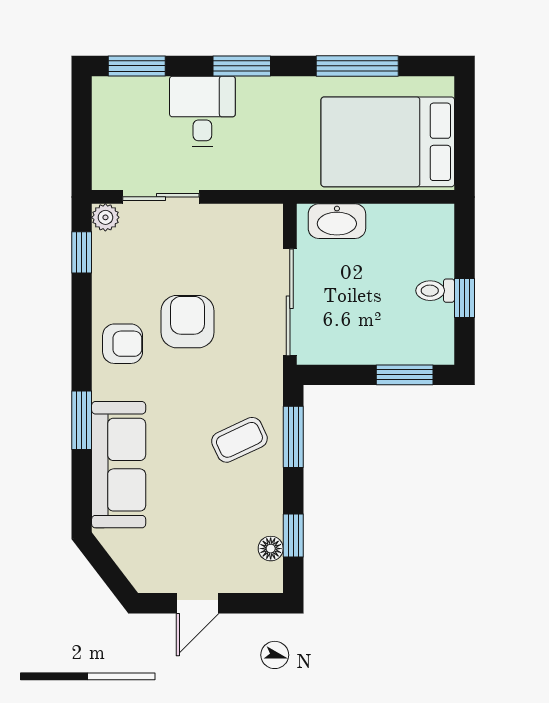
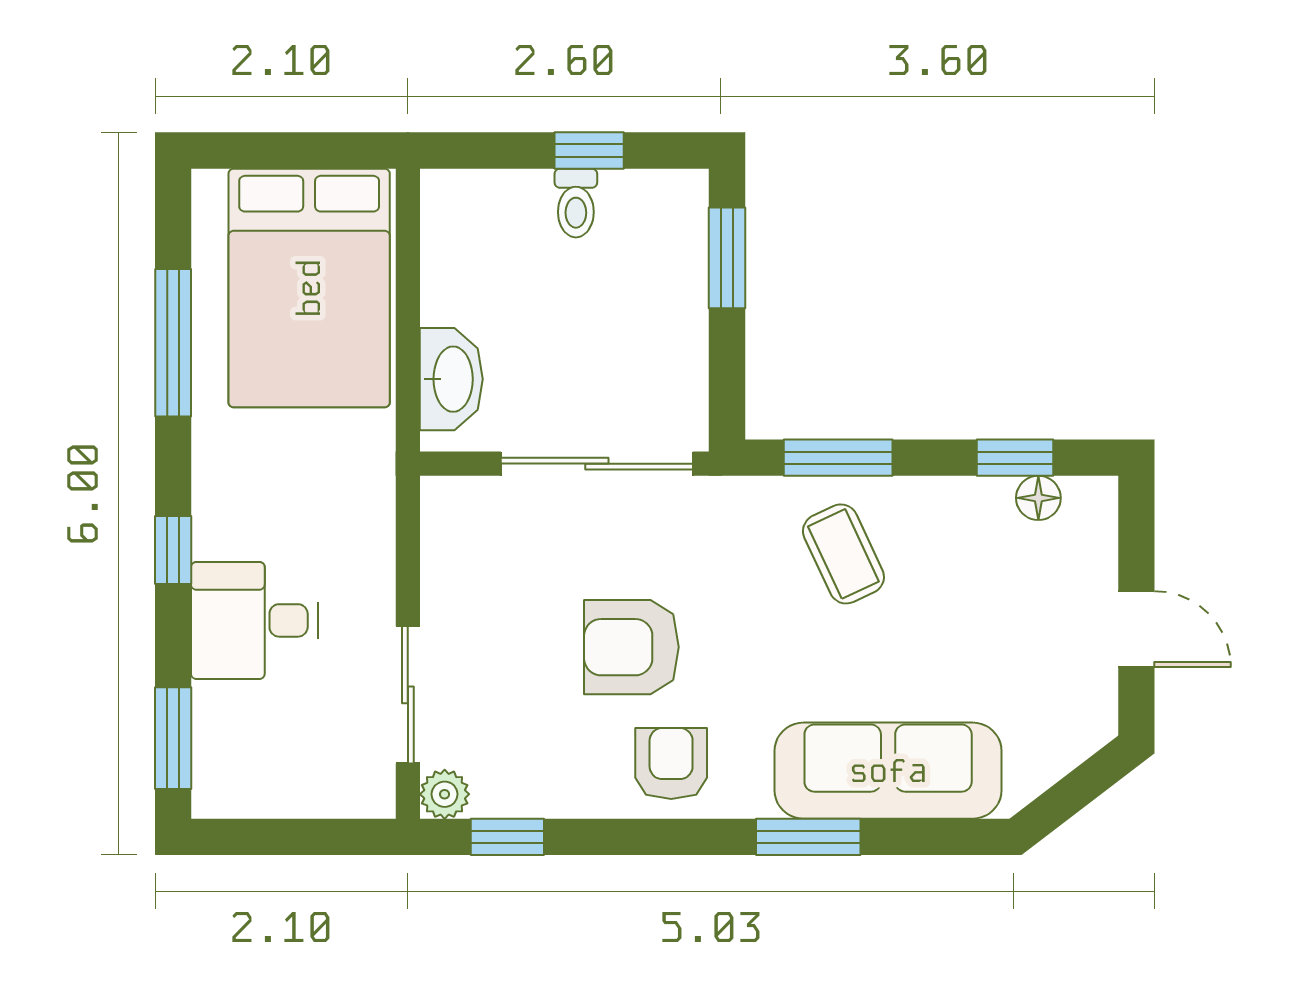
window: (242, 66) -> (173, 550), width x0.67

